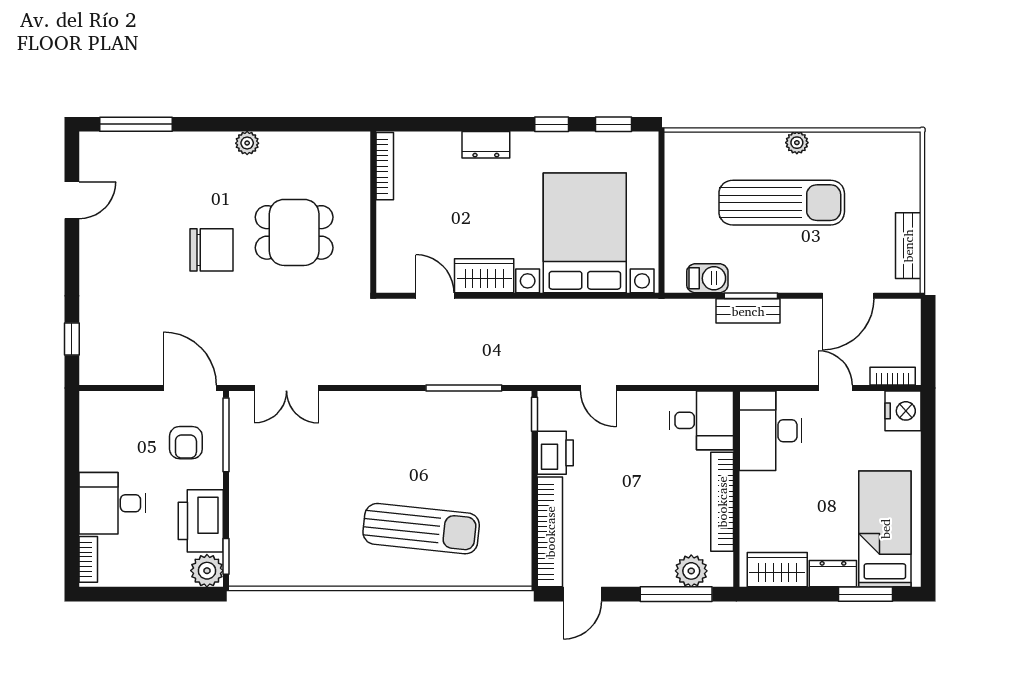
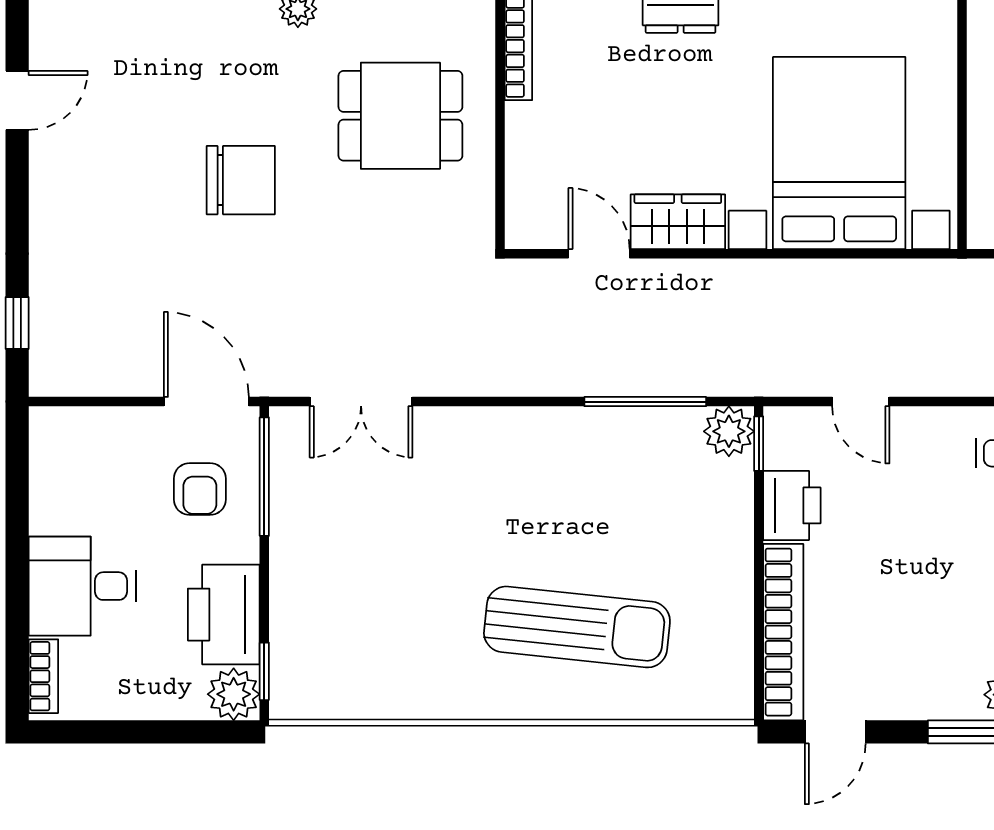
dining table: (294, 232) -> (400, 116), moved
plant: (516, 407) -> (729, 431), added

